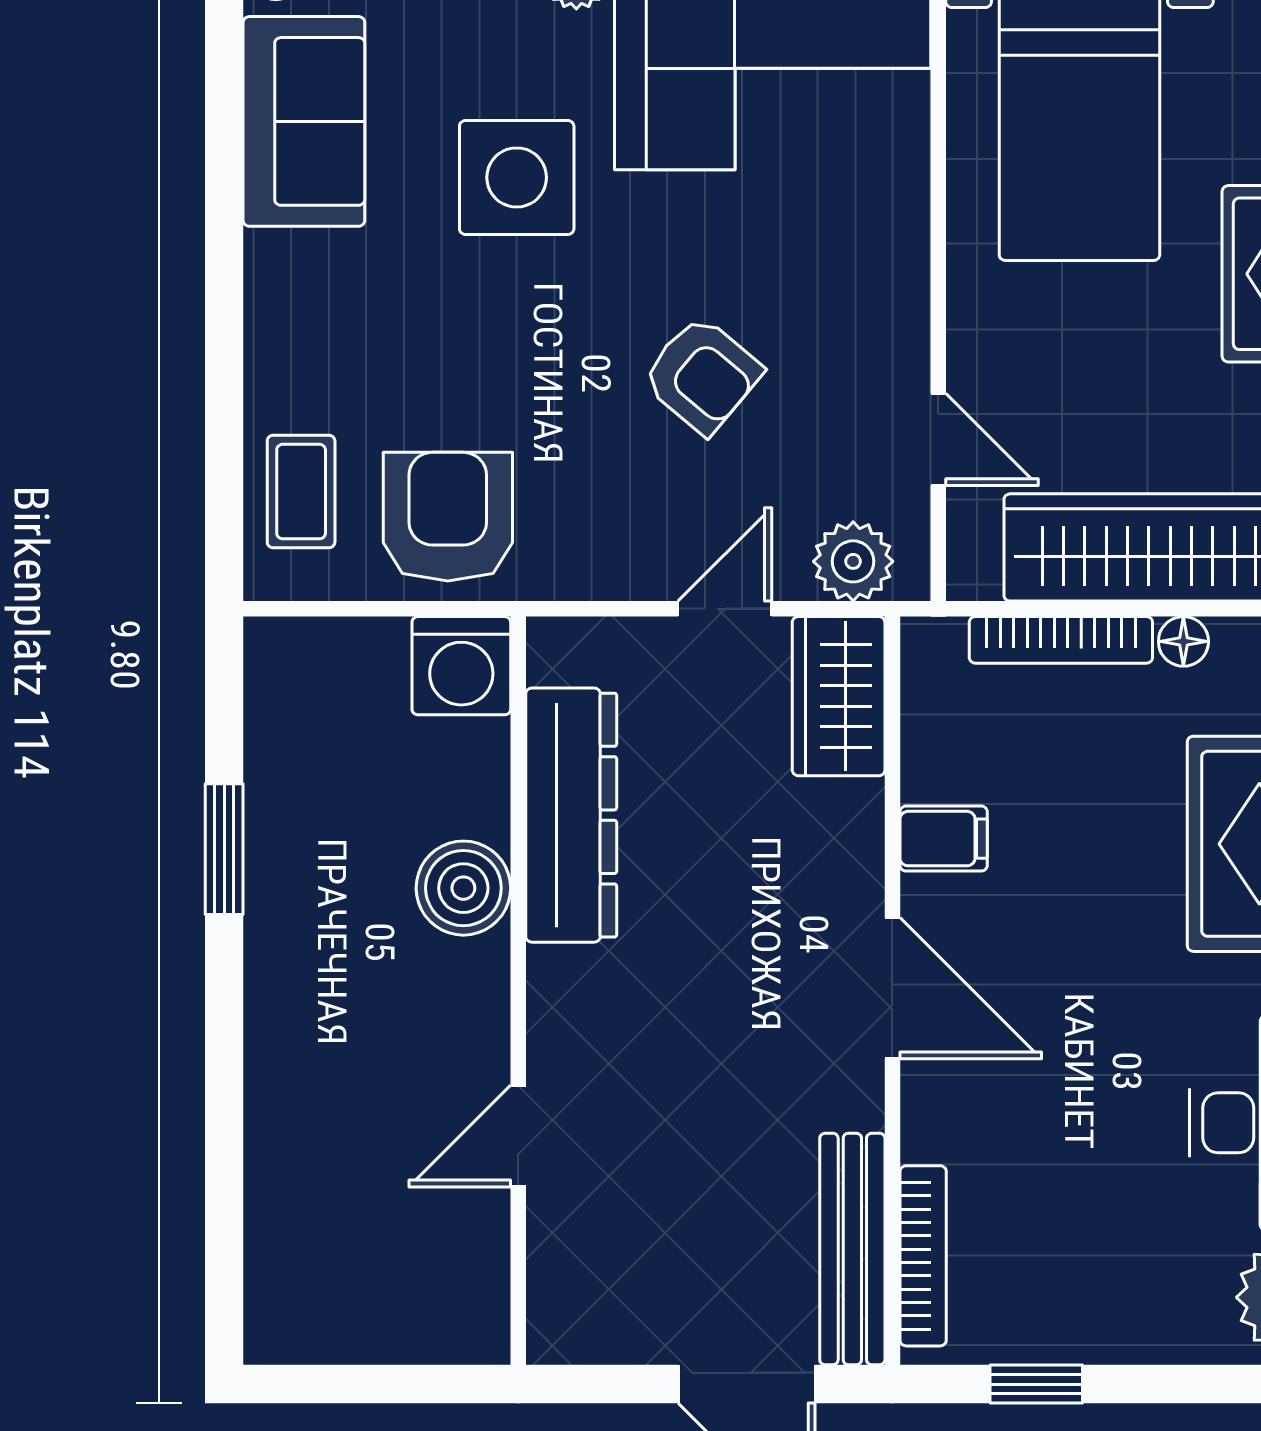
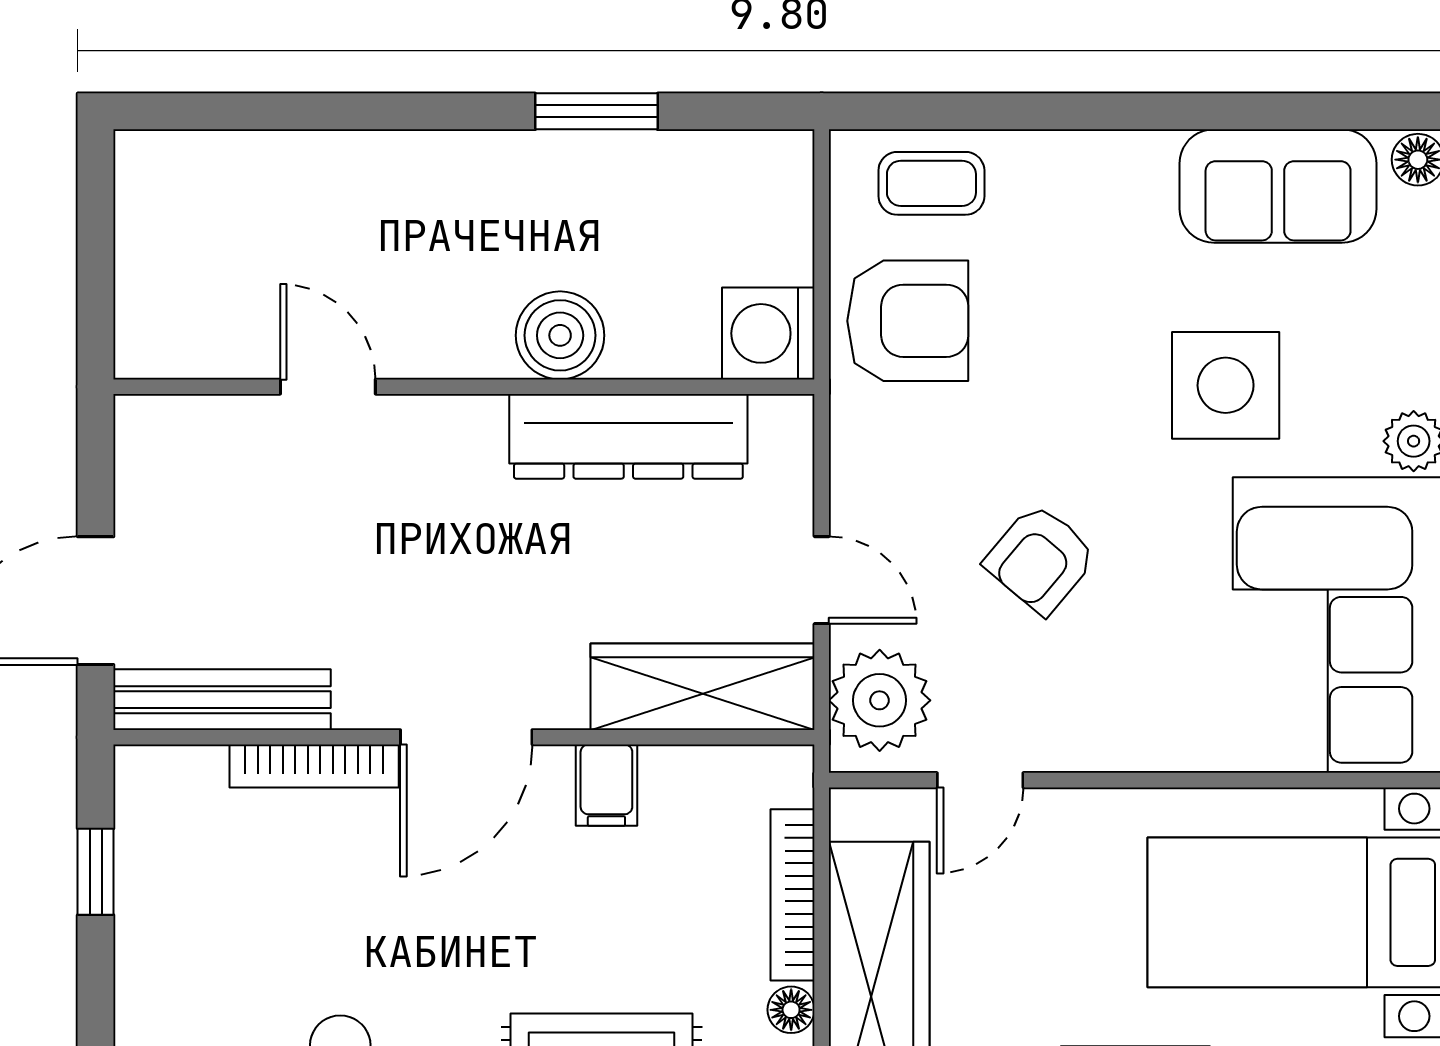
plant: (853, 561) -> (880, 700), width x1.36, depth x1.36
wardrobe: (839, 696) -> (702, 687), width x1.50
bookcase: (923, 1256) -> (314, 766), moved

